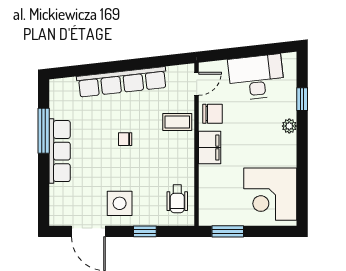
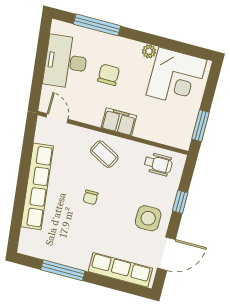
window: (302, 99) -> (97, 25), width x2.17
chair: (213, 114) -> (109, 75), moved
coffee table: (177, 122) -> (104, 154), moved, turned -62
plant: (289, 126) -> (149, 51), moved
row of seats: (60, 151) -> (120, 270), moved

